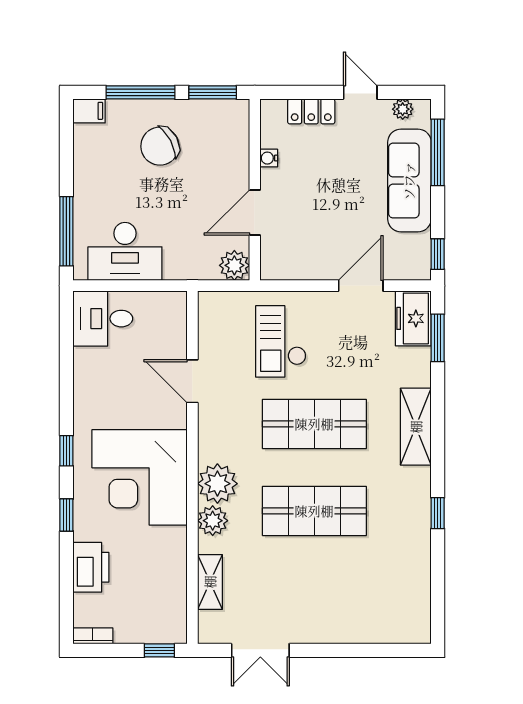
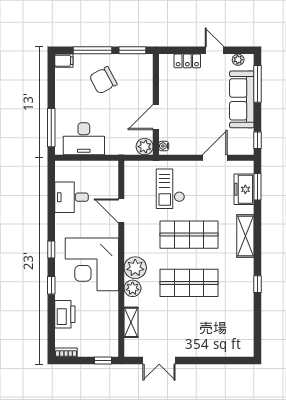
water cooler: (269, 158) -> (164, 146), moved
freezer: (413, 318) -> (244, 189), moved
desk: (103, 319) -> (71, 197), moved

